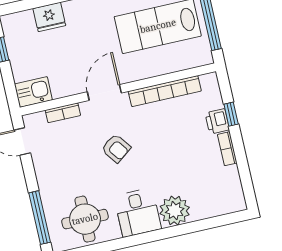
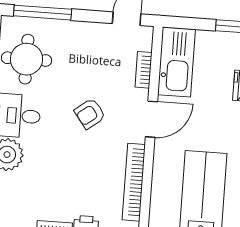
kitchen sink: (33, 92) -> (176, 62), width x1.87, depth x1.24
door: (104, 92) -> (151, 119), hinge flipped

